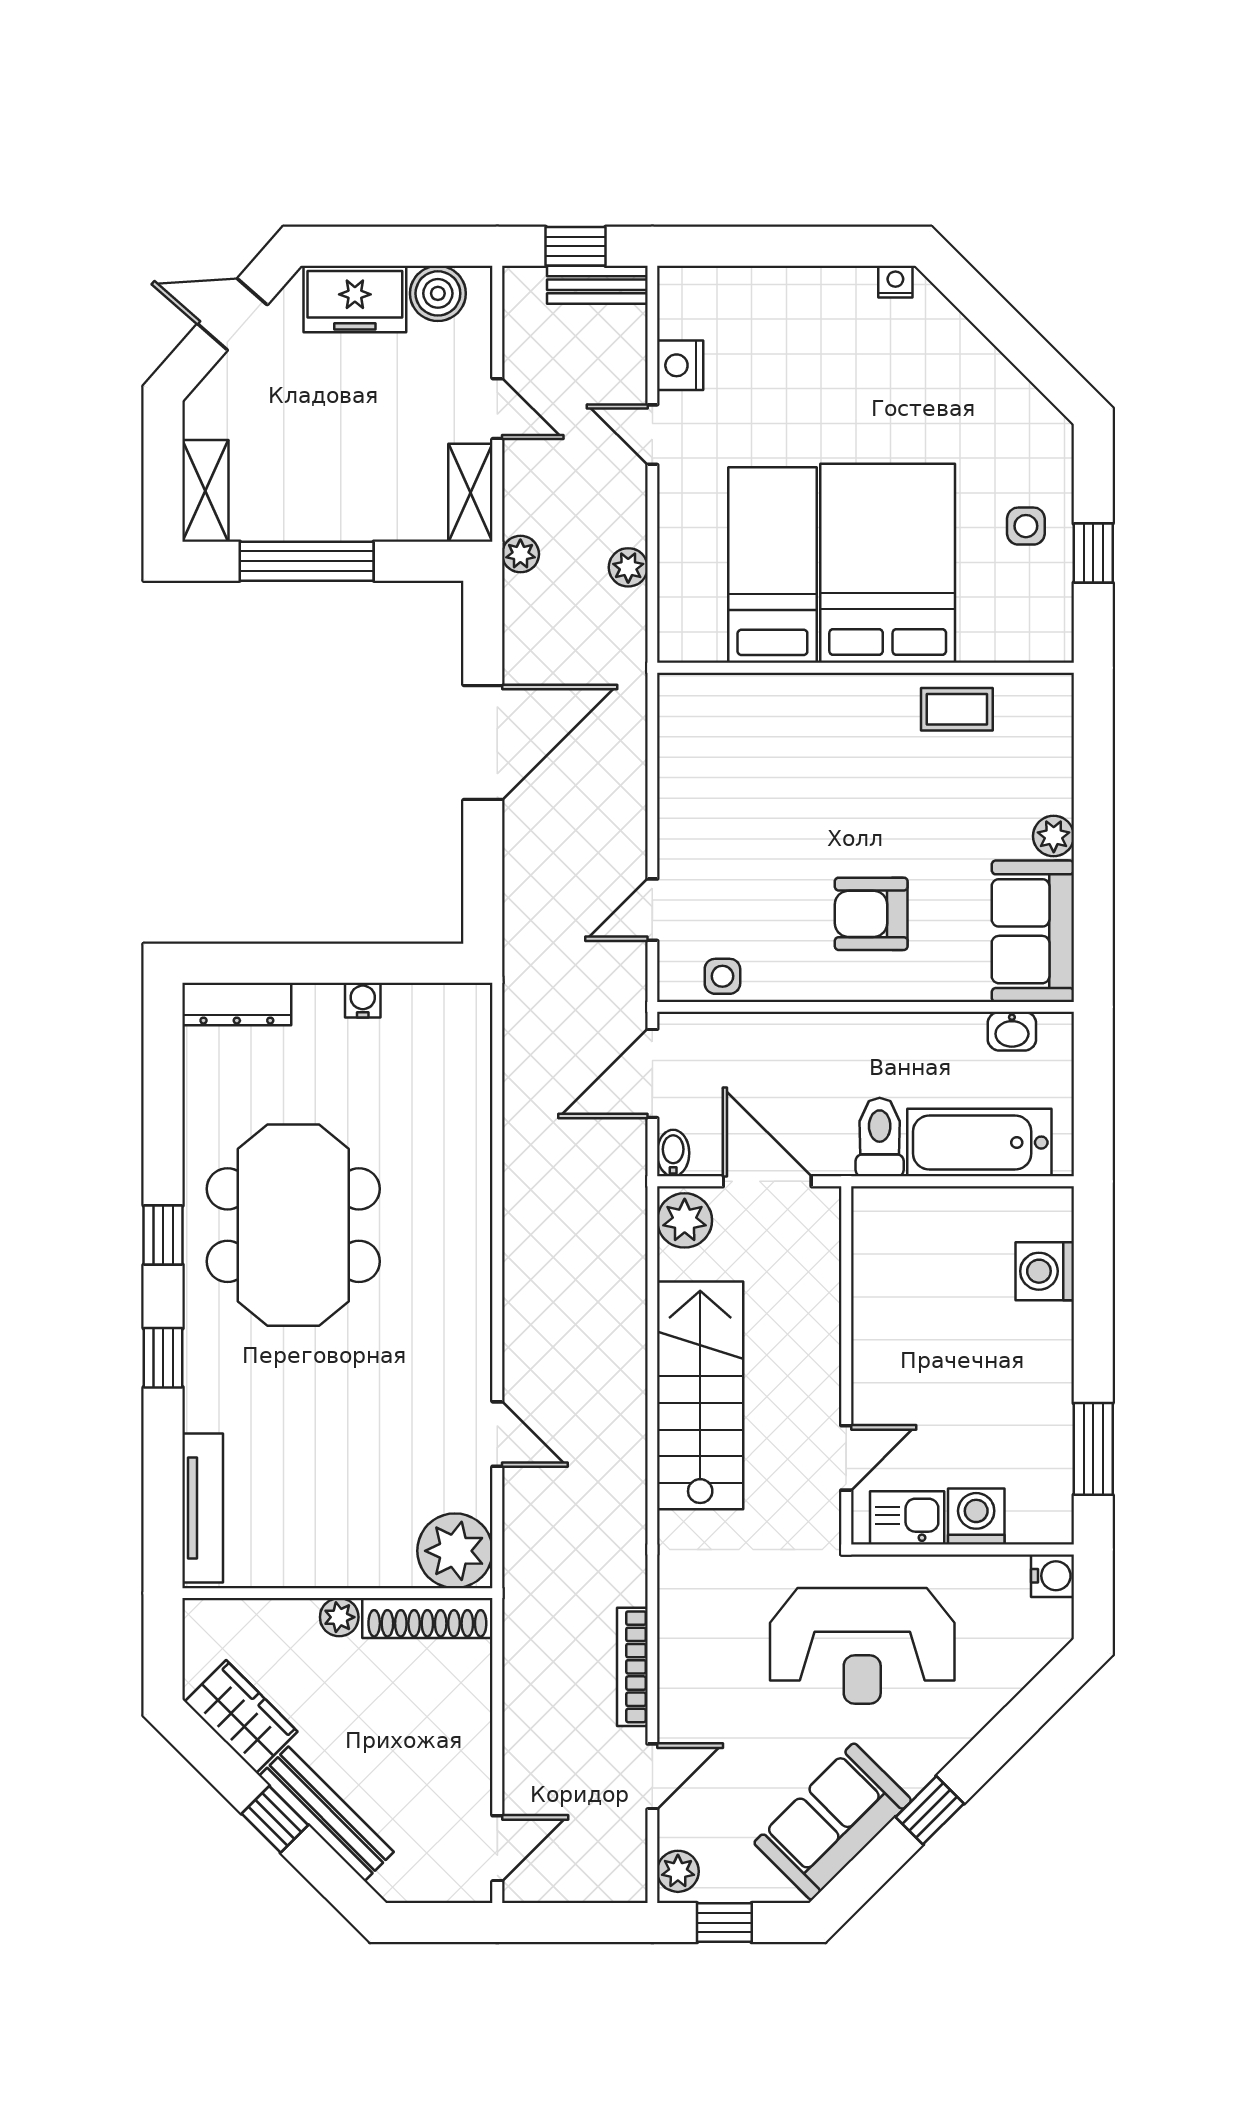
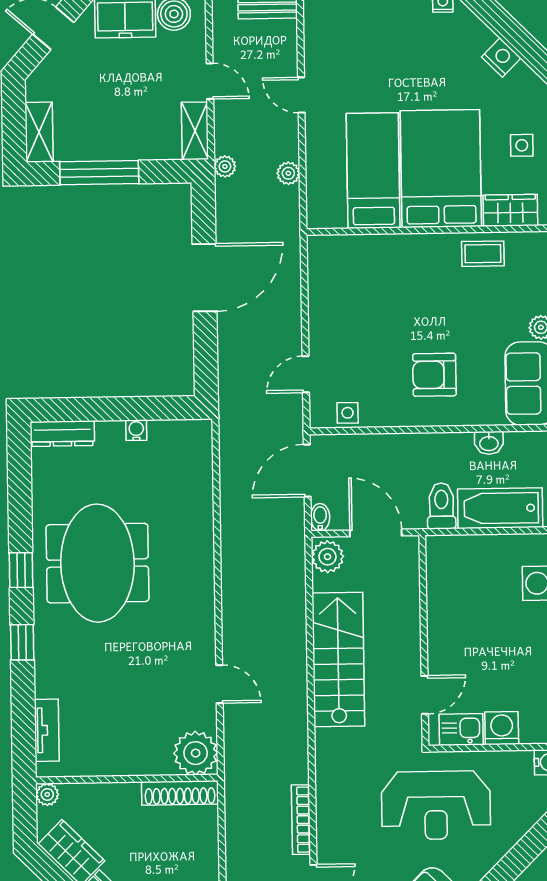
nightstand: (680, 365) -> (501, 57), moved, turned 135
wardrobe: (1005, 636) -> (510, 210), added
washbasin: (1012, 1031) -> (489, 443), moved
tv unit: (203, 1508) -> (47, 730), width x0.71
plant: (339, 1617) -> (47, 794), moved

